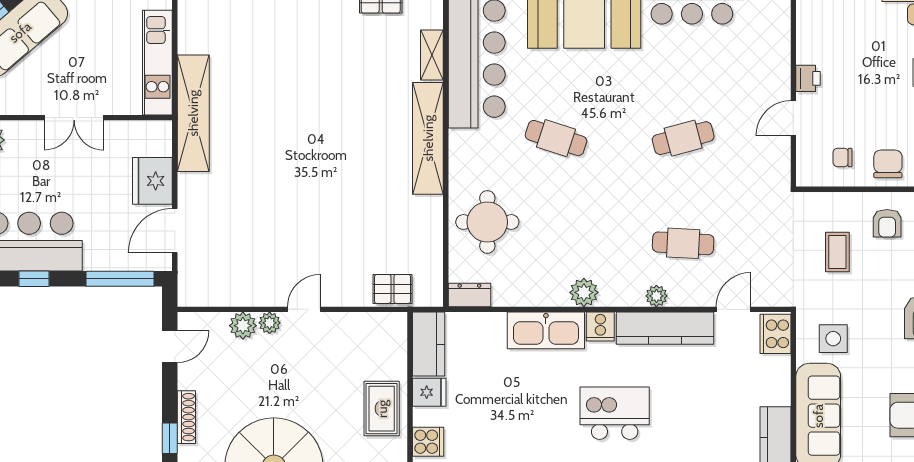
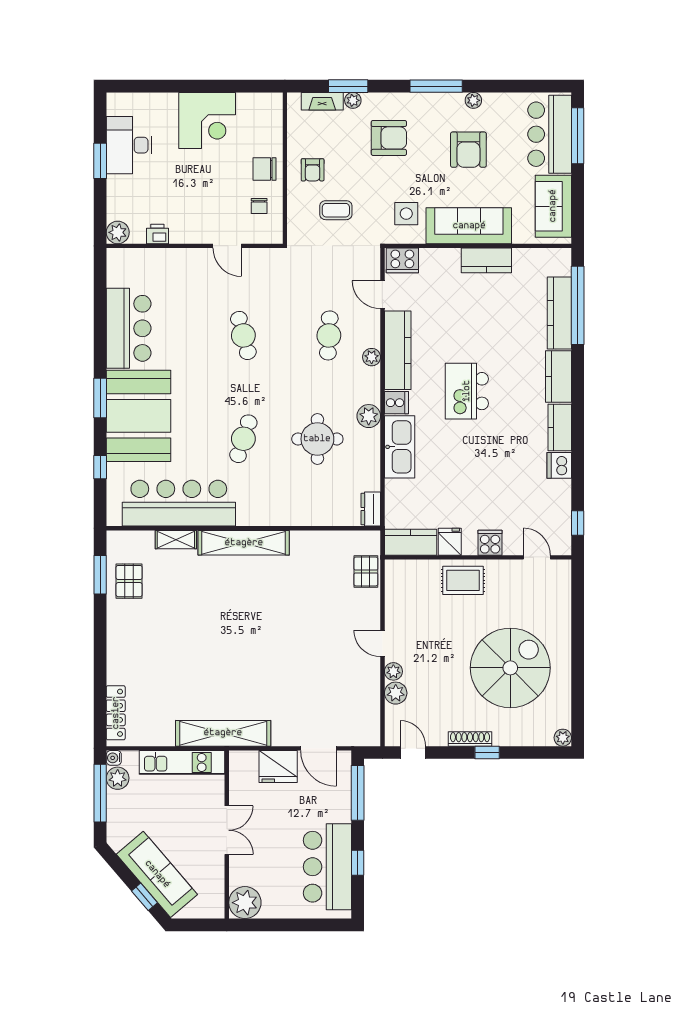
printer: (808, 78) -> (157, 234), moved
round table: (487, 222) -> (317, 439), moved
armchair: (887, 223) -> (313, 170), turned 90

